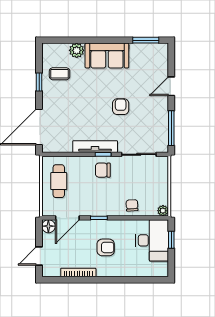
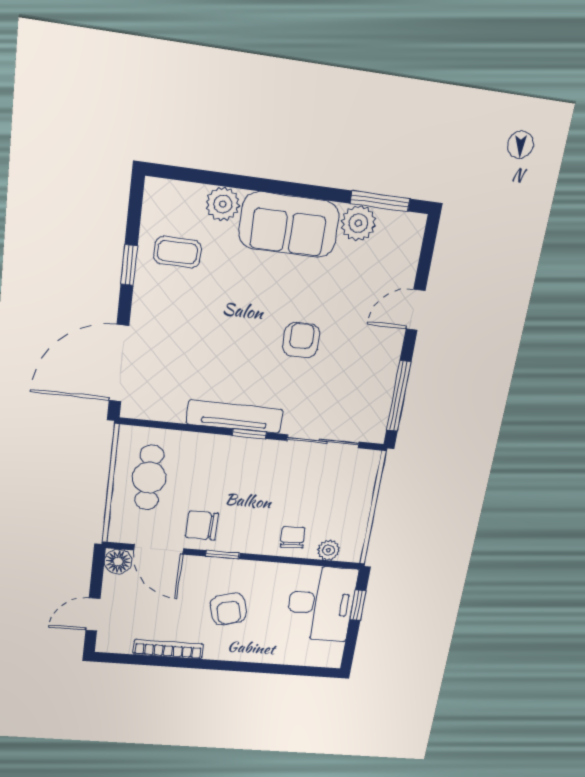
plant: (138, 51) -> (358, 223), added
chair: (103, 170) -> (202, 526), moved
plant: (163, 211) -> (329, 550), moved
door: (67, 218) -> (159, 549), hinge flipped
armchair: (106, 247) -> (228, 609), turned 74

